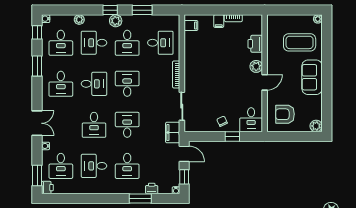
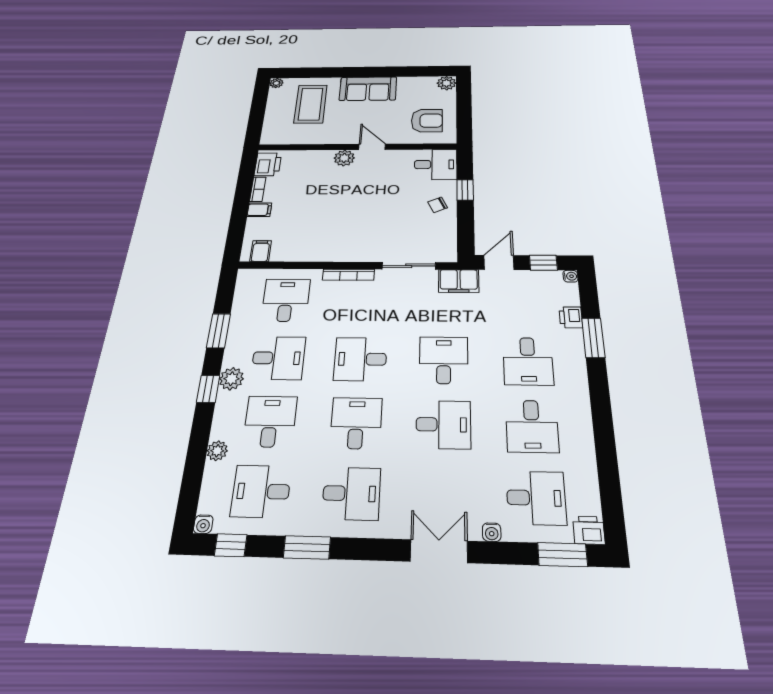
desk: (61, 43) -> (261, 491), turned 180
desk: (94, 43) -> (270, 421), turned 180
printer: (255, 44) -> (268, 164), moved, turned -90
armchair: (285, 114) -> (427, 121), turned -90
desk: (127, 125) -> (444, 360), turned 90
desk: (127, 166) -> (528, 361), turned 90

